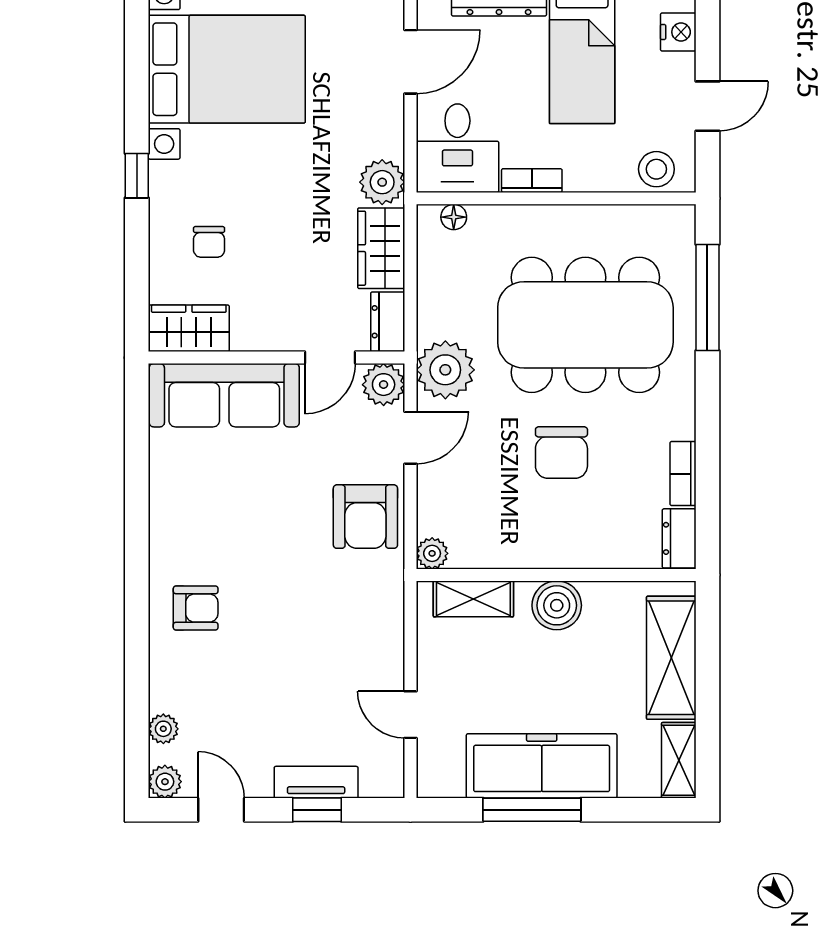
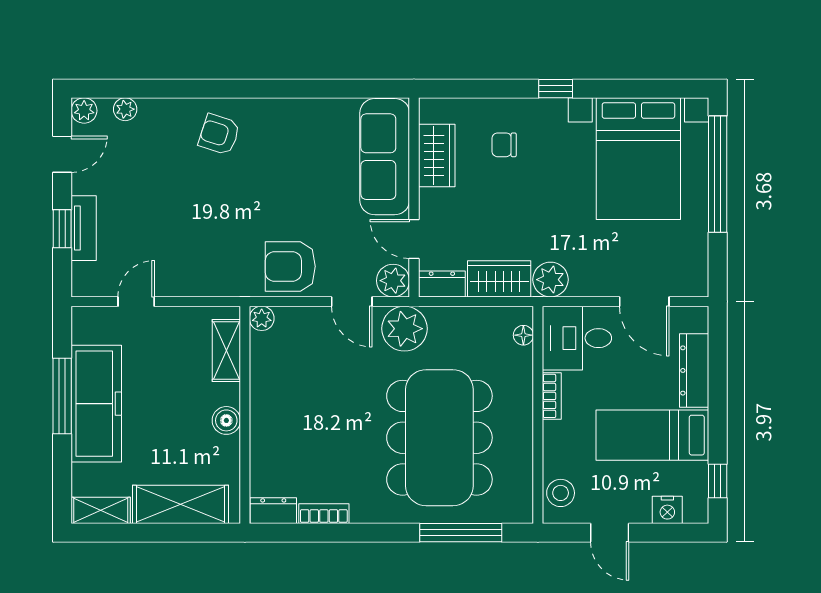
wardrobe: (189, 328) -> (437, 156), moved
chair: (561, 453) -> (340, 419), removed
boiler: (557, 605) -> (226, 420), width x0.73, depth x0.73
armchair: (196, 608) -> (219, 134), turned 108

